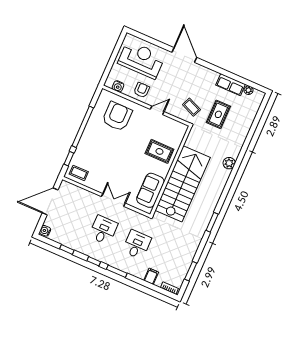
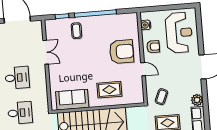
plant: (212, 76) -> (197, 100), added
armchair: (117, 116) -> (122, 52), moved
rug: (159, 151) -> (109, 90), turned 90
coffee table: (79, 173) -> (76, 31), moved
double door: (113, 200) -> (46, 52), moved

